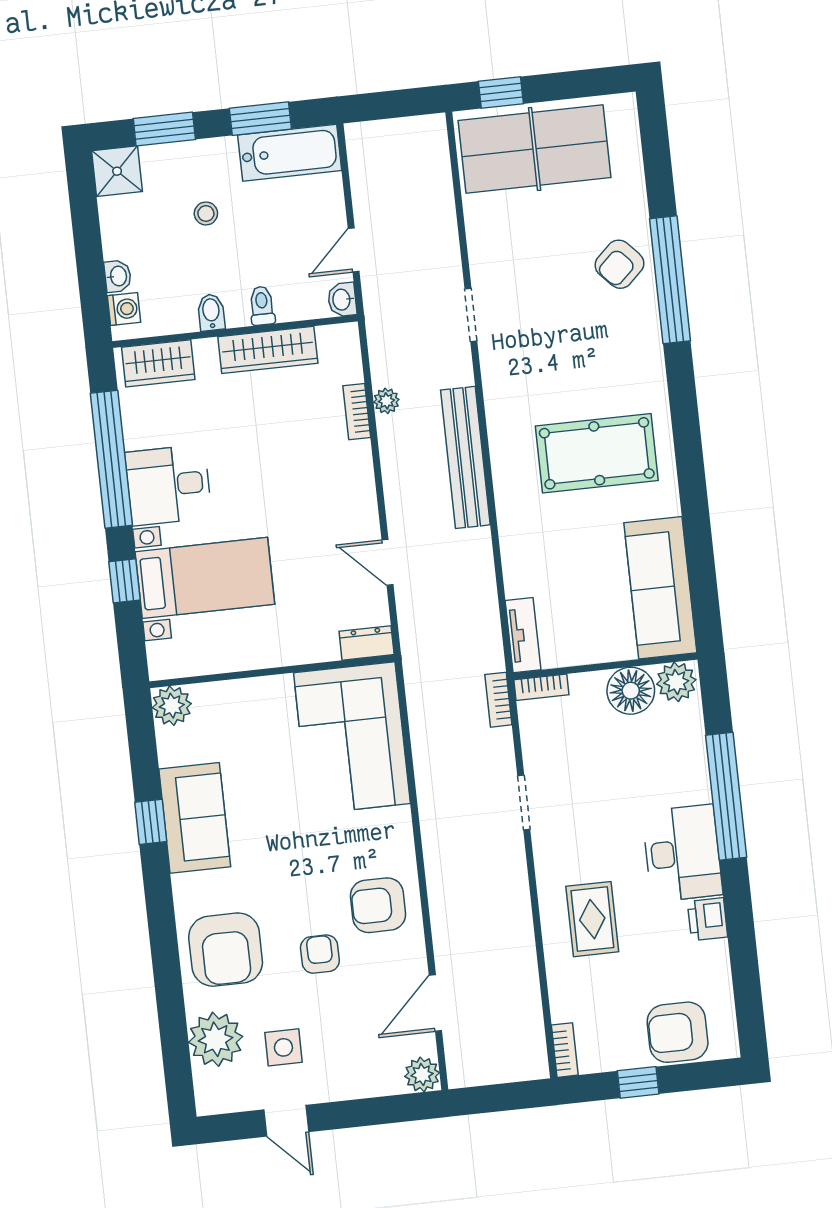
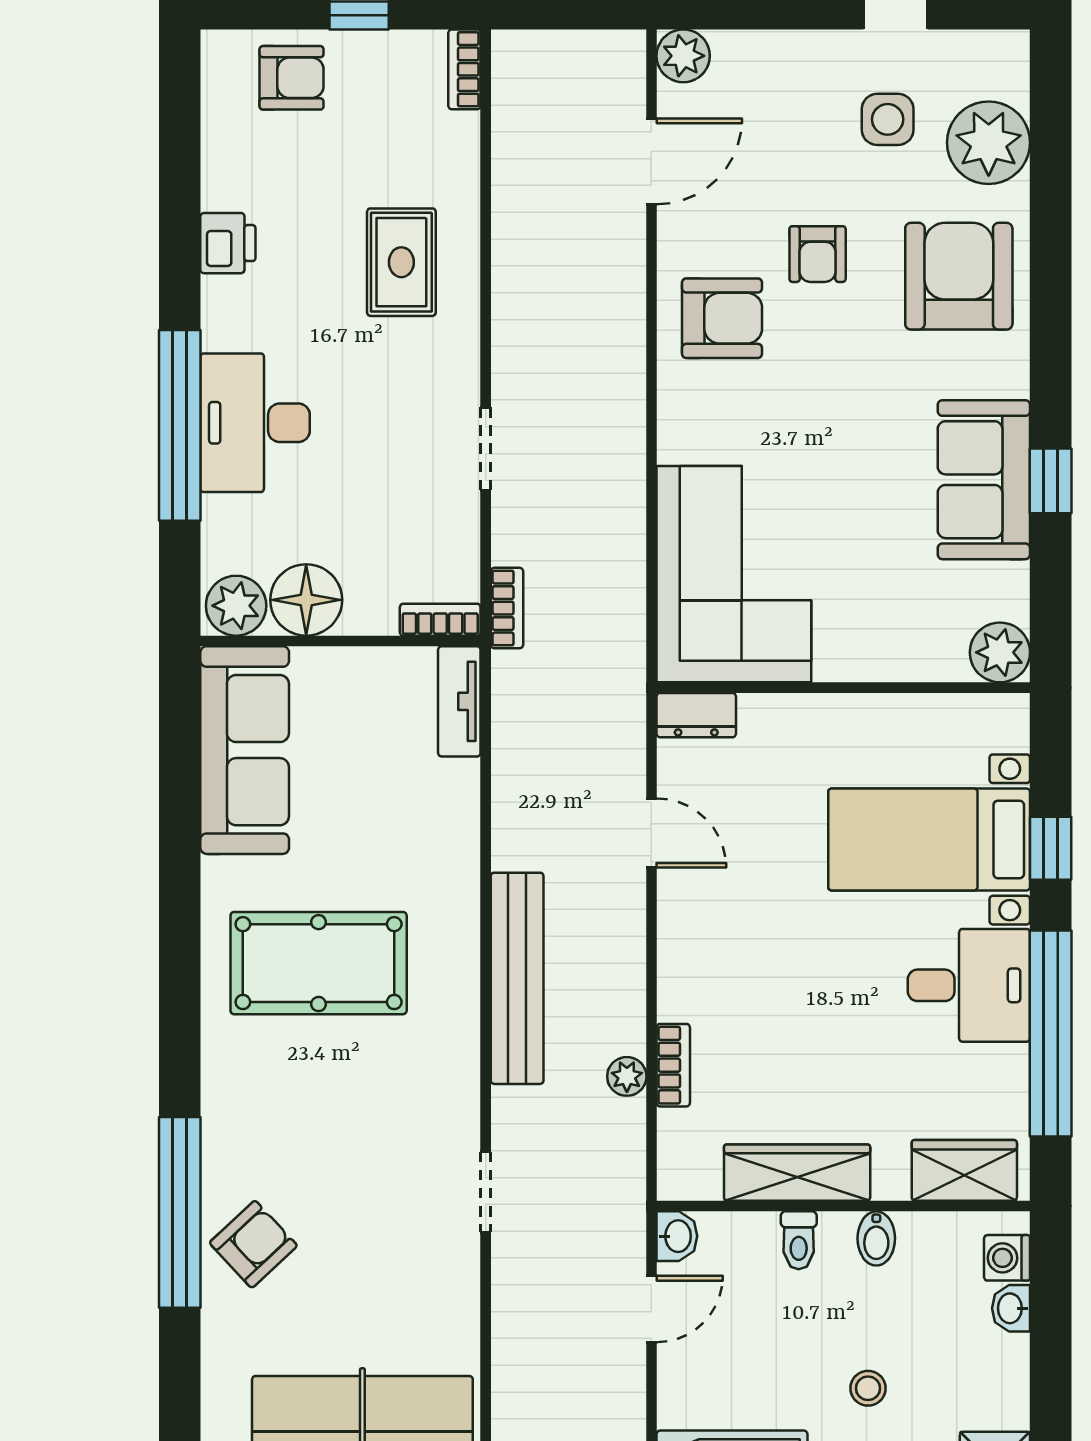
desk: (682, 853) -> (255, 423), moved
armchair: (678, 1032) -> (292, 78), width x0.72, depth x0.72

